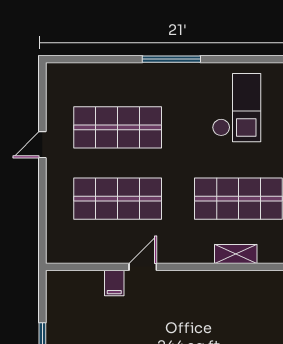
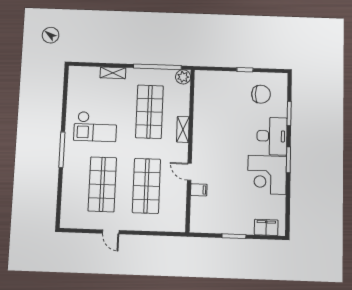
checkout: (237, 108) -> (95, 127), moved, turned 180
shelving: (236, 254) -> (183, 129), moved

